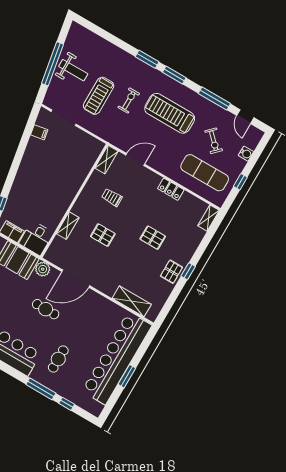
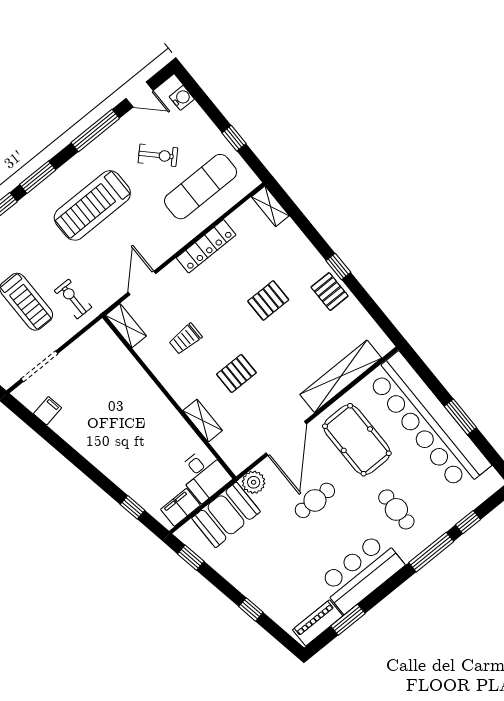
exercise bike: (129, 100) -> (73, 299), moved
water cooler: (246, 154) -> (182, 98), moved
locker: (171, 189) -> (206, 246), width x1.53
shelving: (132, 301) -> (341, 376), width x1.47
pool table: (91, 320) -> (357, 440), added

